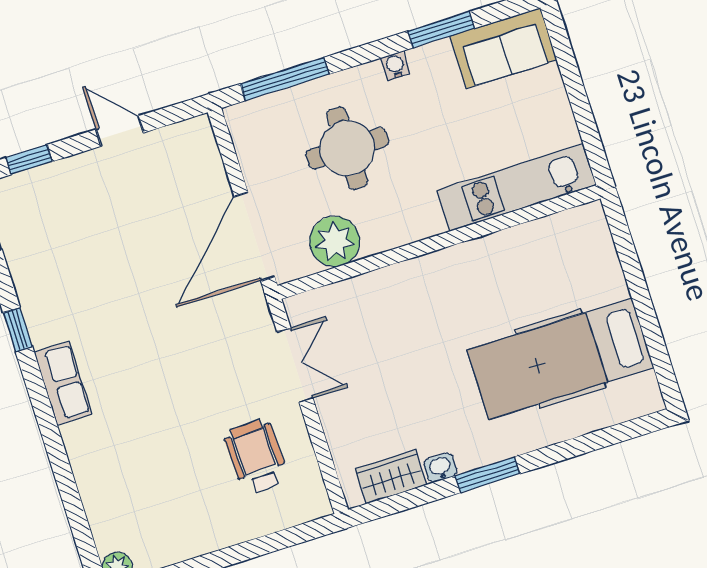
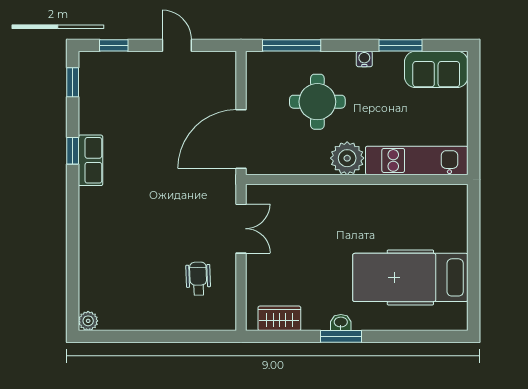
plant: (335, 241) -> (347, 158), moved
row of seats: (63, 383) -> (90, 160), moved
wheelchair: (256, 456) -> (198, 279), width x0.73, depth x0.73
washbasin: (440, 468) -> (341, 322), moved

